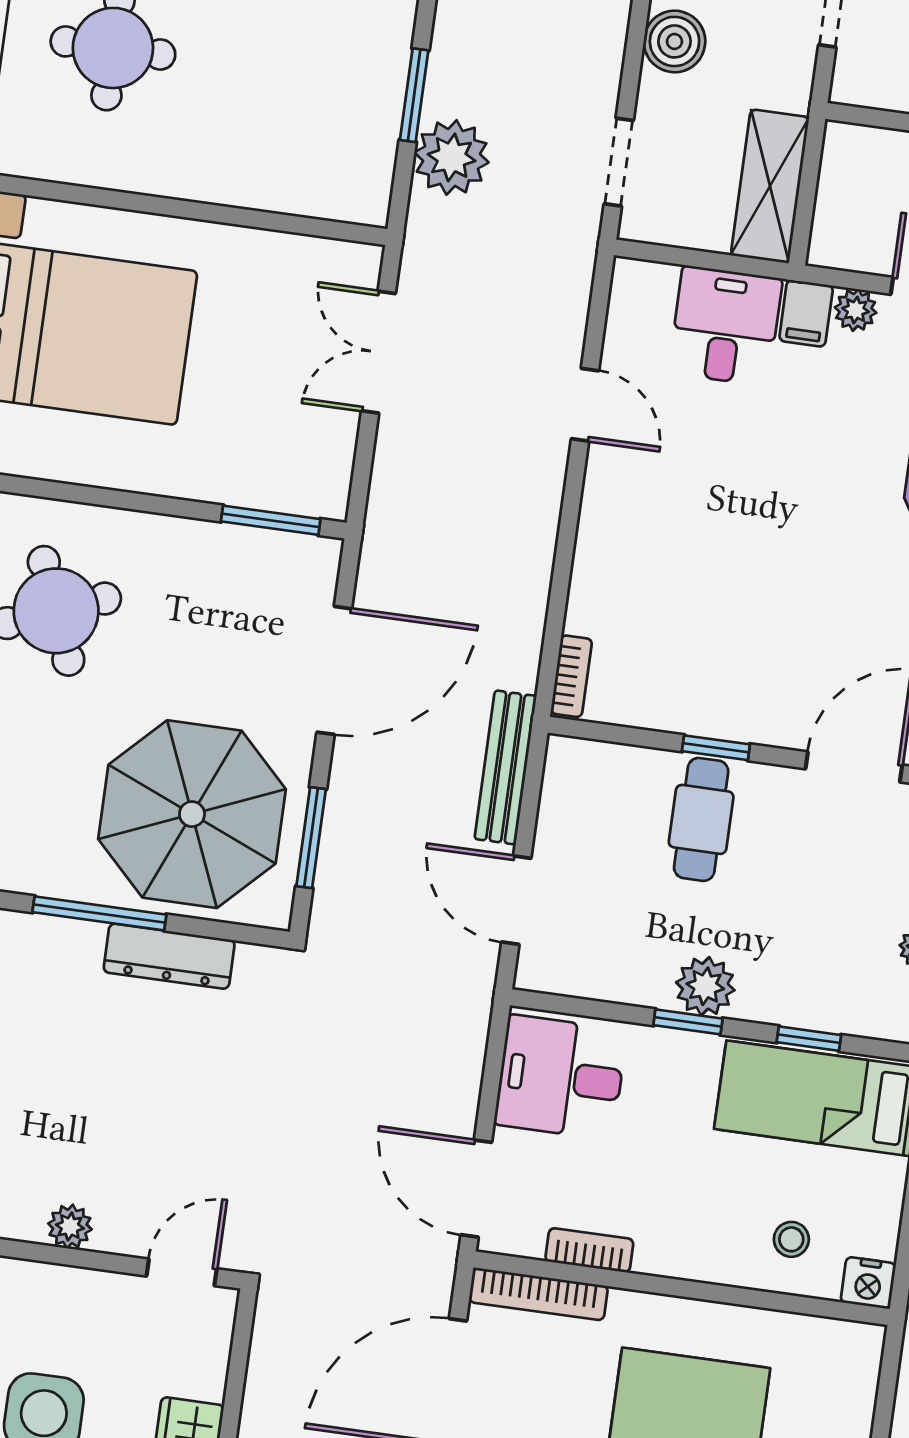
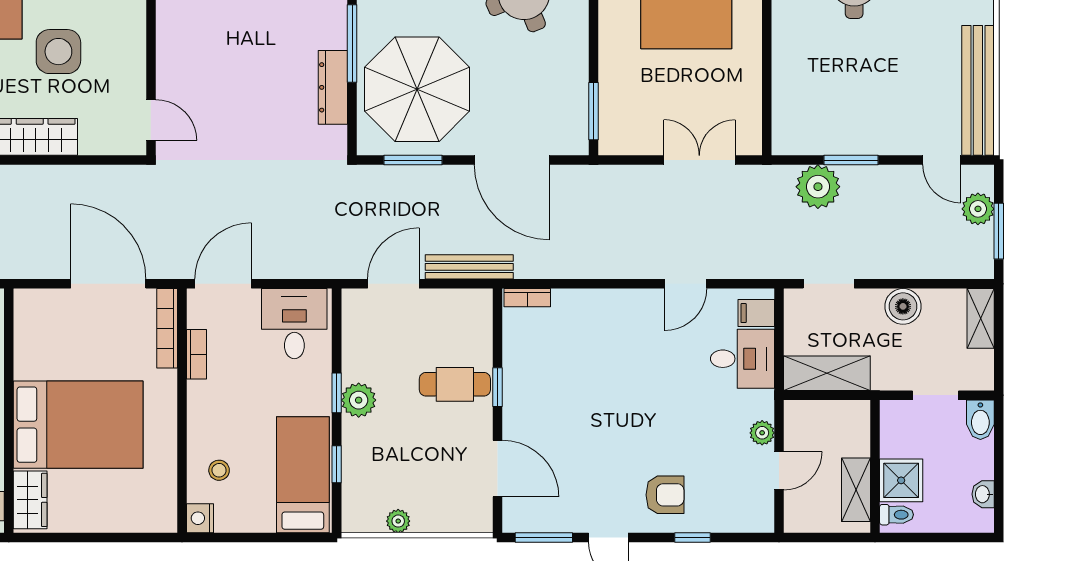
filing cabinet: (806, 313) -> (756, 313), moved
plant: (70, 1226) -> (169, 52), removed

